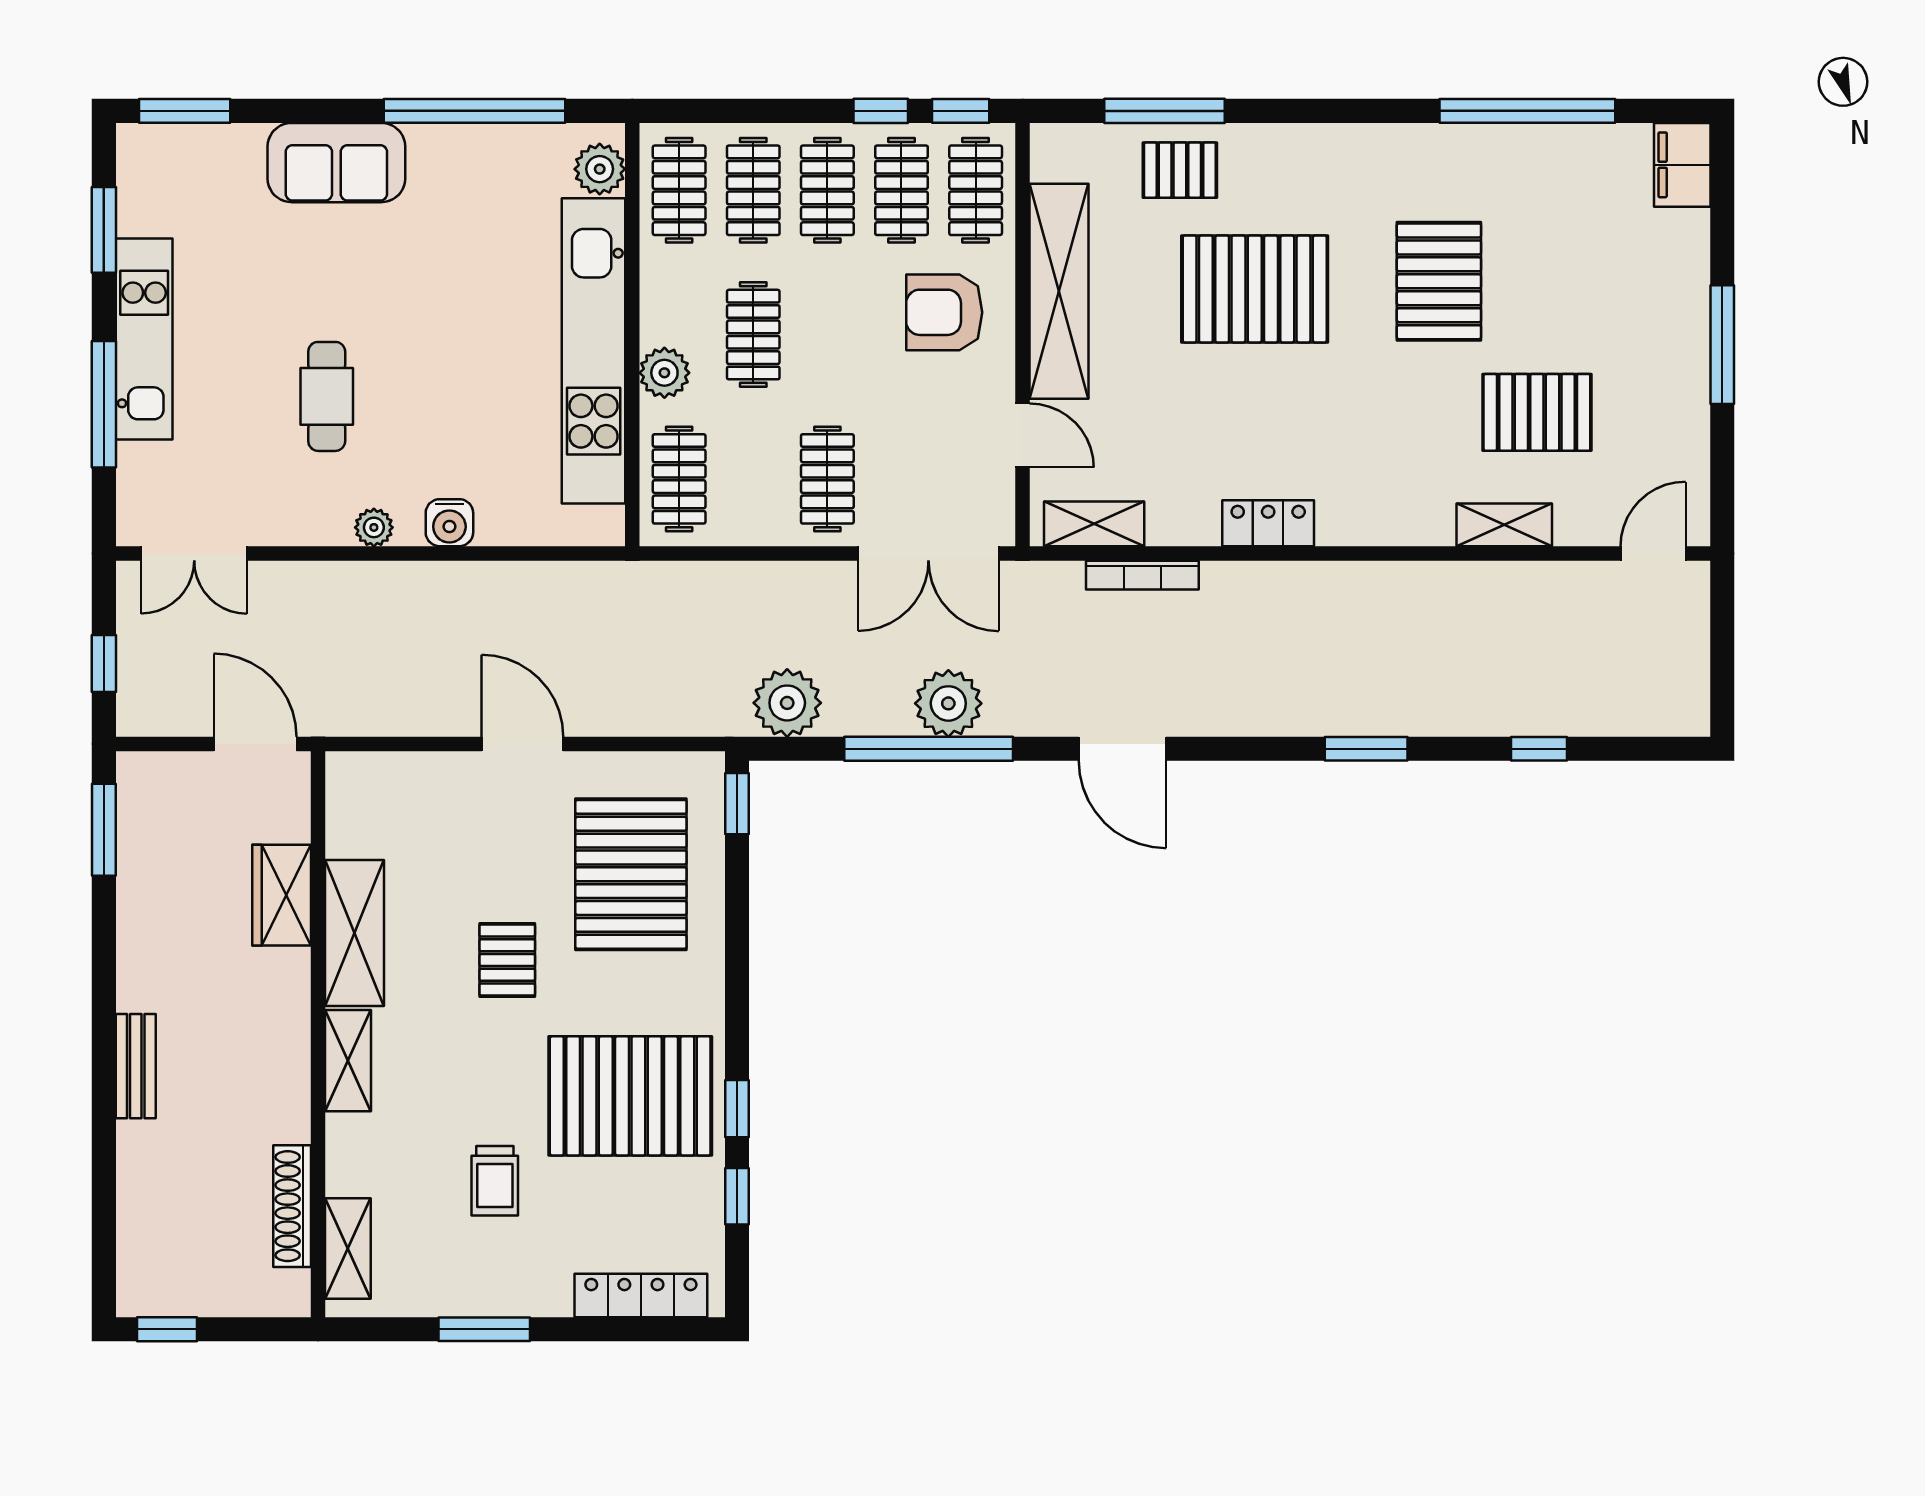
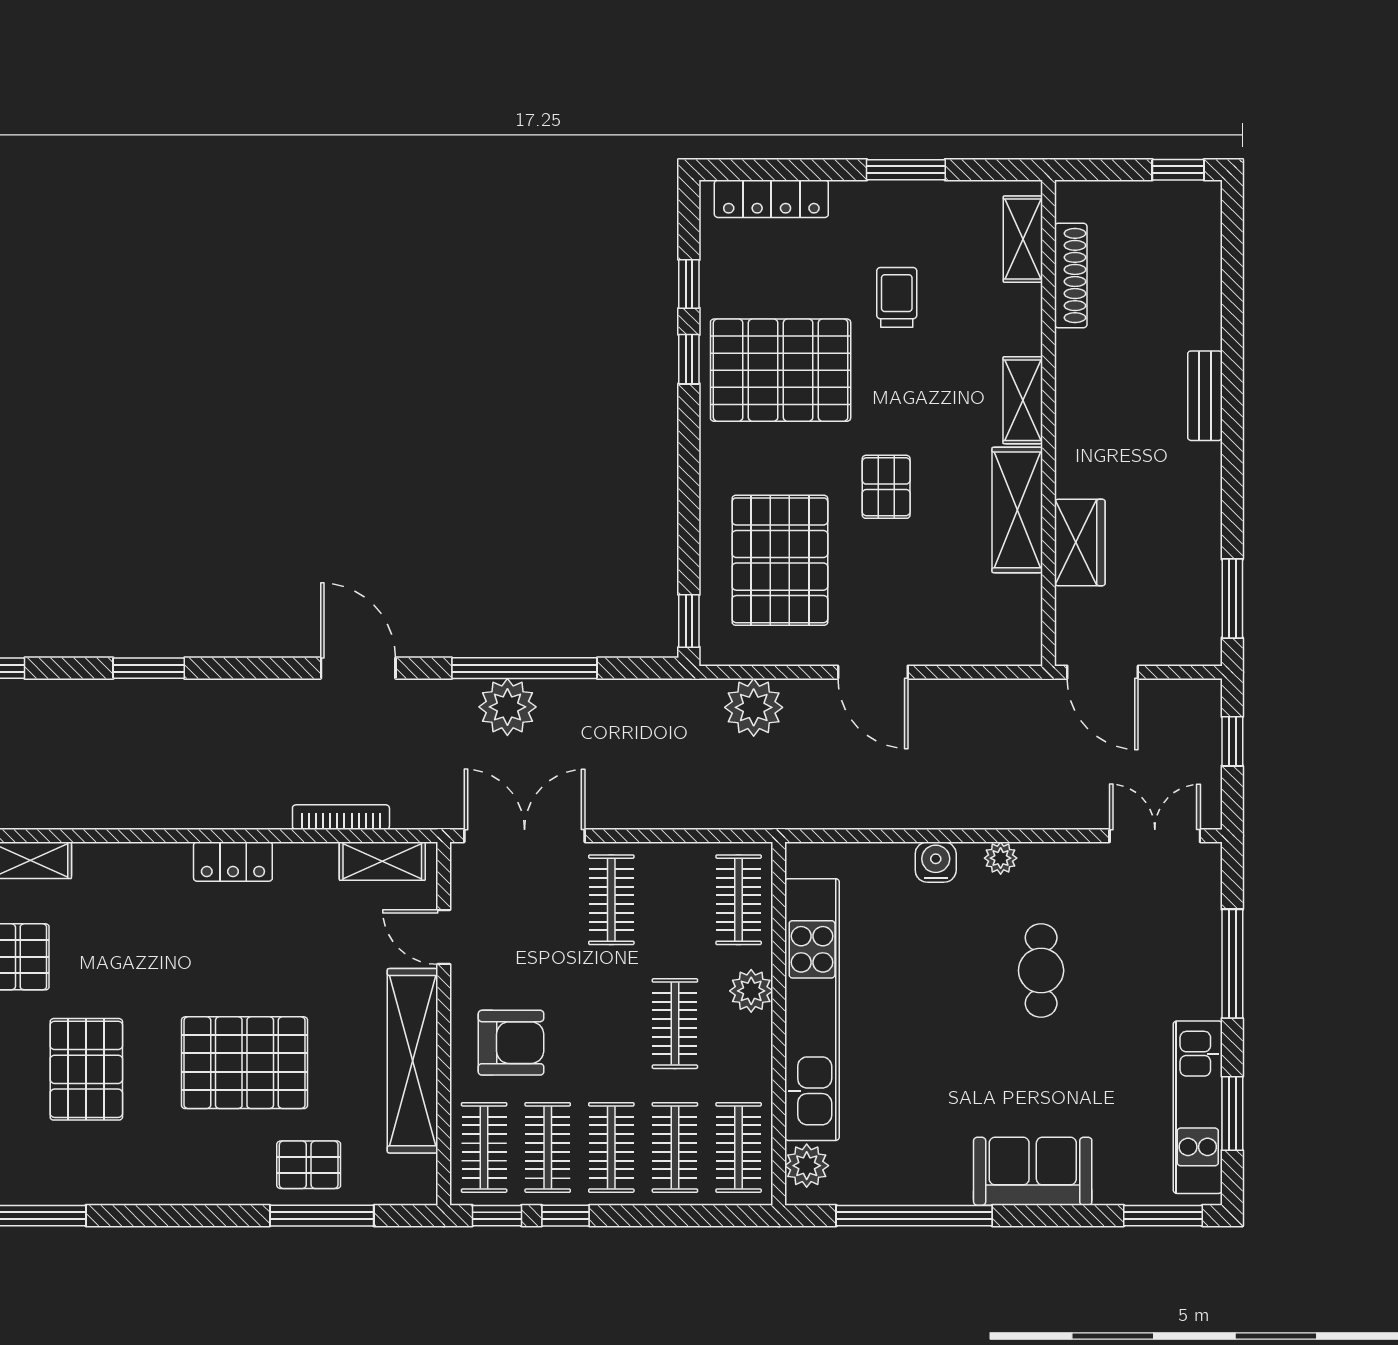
kitchen unit: (144, 339) -> (1198, 1107), moved
plant: (787, 703) -> (754, 707), moved

